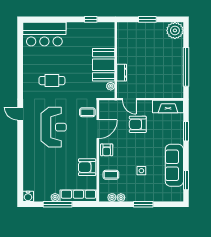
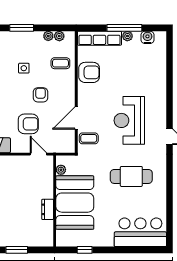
booth: (104, 65) -> (75, 203), width x1.36, depth x1.42
dresser: (122, 73) -> (48, 209), moved
cafe table: (52, 81) -> (131, 176), width x1.37, depth x1.35
armchair: (107, 150) -> (41, 95), moved
water cooler: (28, 196) -> (147, 37), moved

